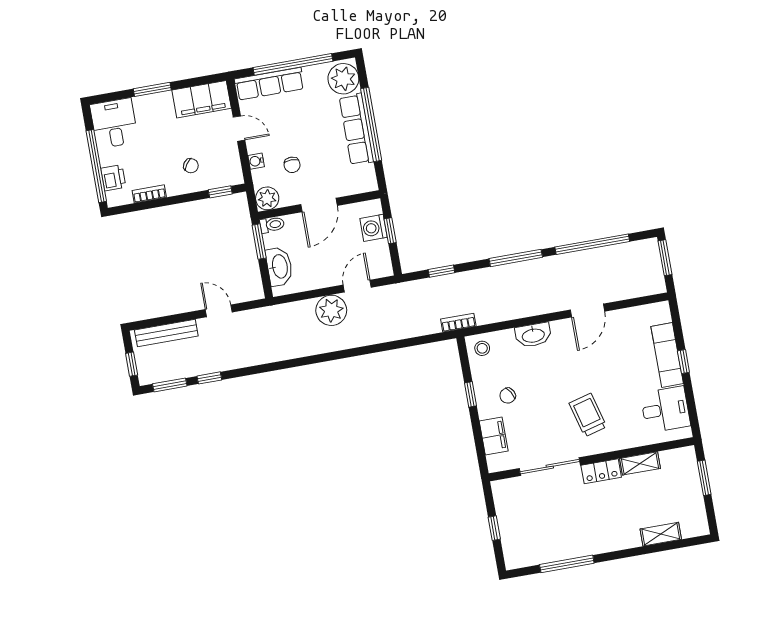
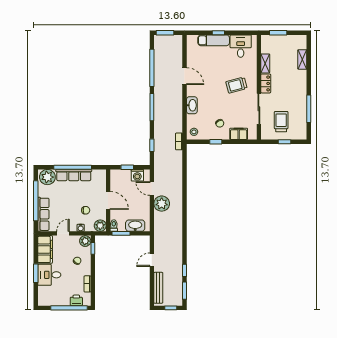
desk: (114, 123) -> (49, 275), moved
plant: (232, 175) -> (85, 241), added
washing machine: (374, 228) -> (137, 175), moved
trolley: (532, 515) -> (281, 122), added

